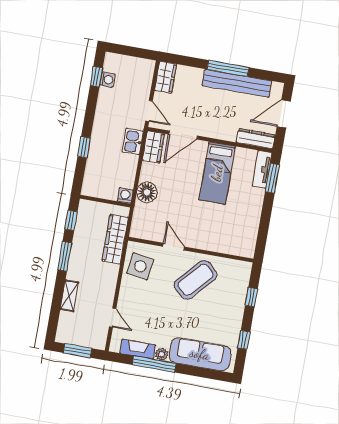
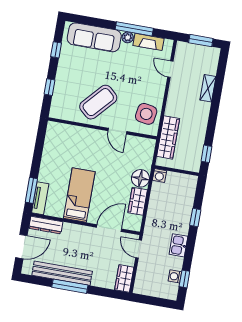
kitchen sink: (133, 142) -> (178, 245), moved, turned 180
wardrobe: (153, 147) -> (138, 201), moved
window: (65, 256) -> (212, 123), removed

